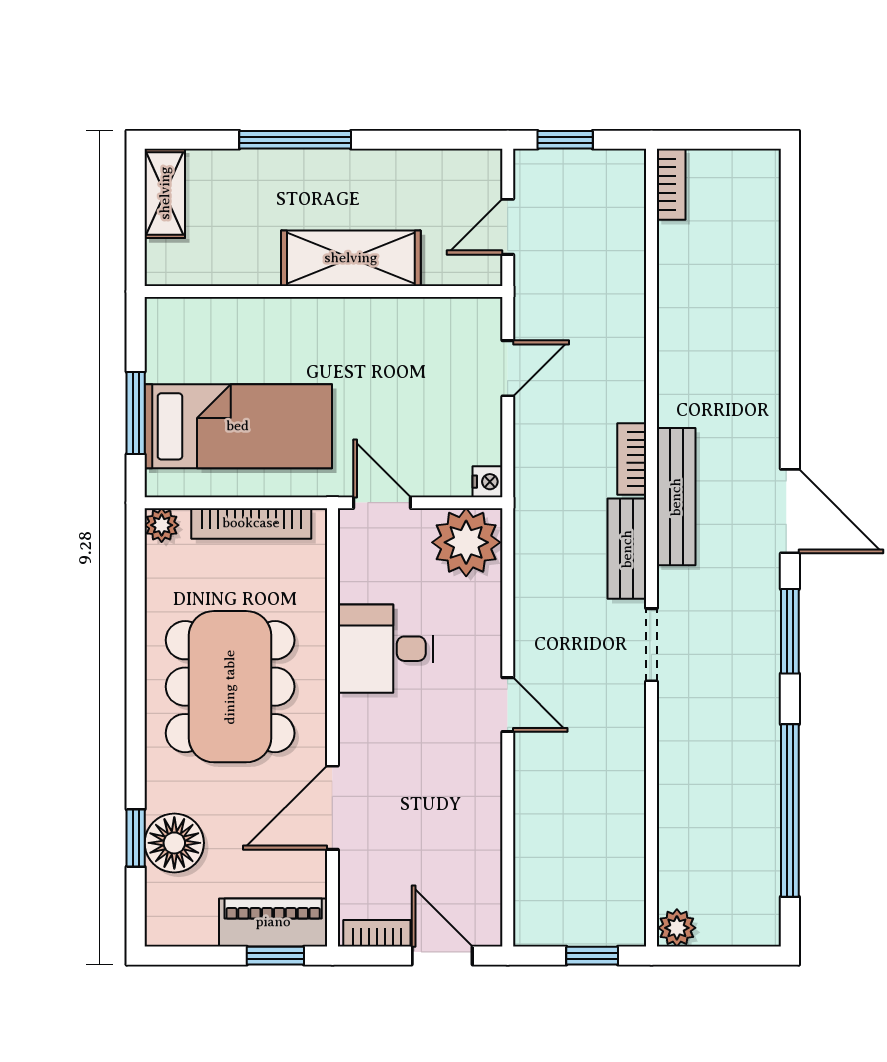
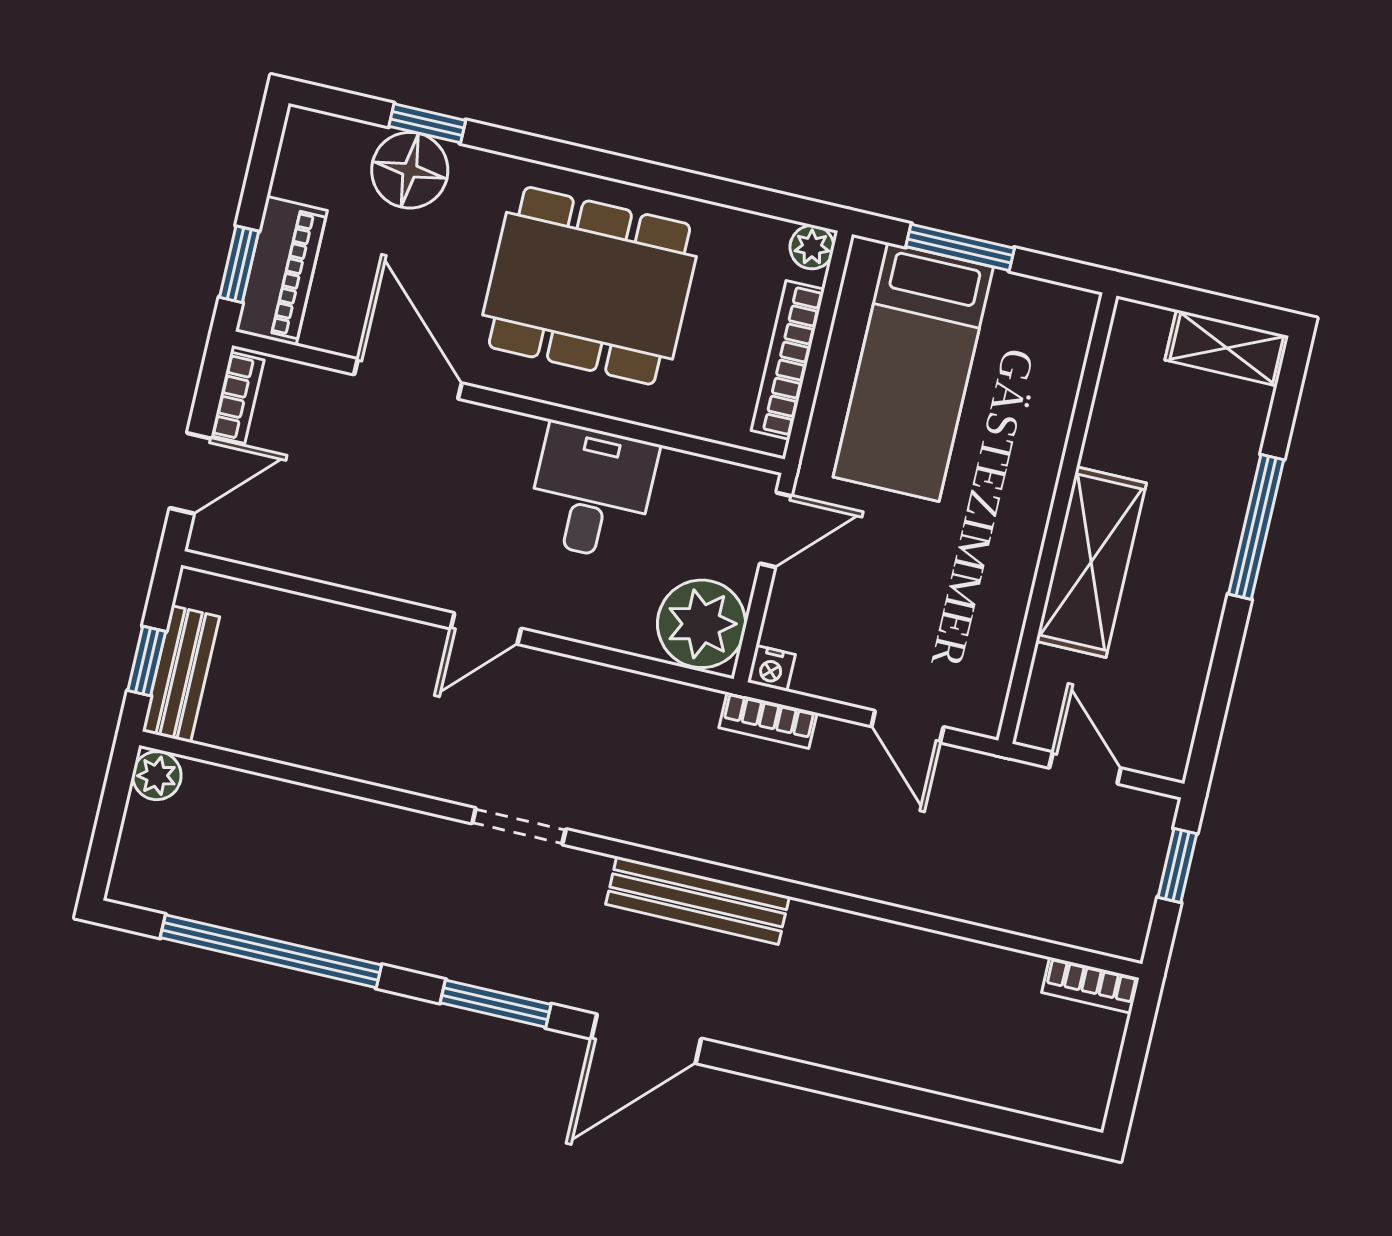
bookcase: (632, 459) -> (768, 720), moved, turned 180
bench: (627, 549) -> (181, 674), moved, turned 90

